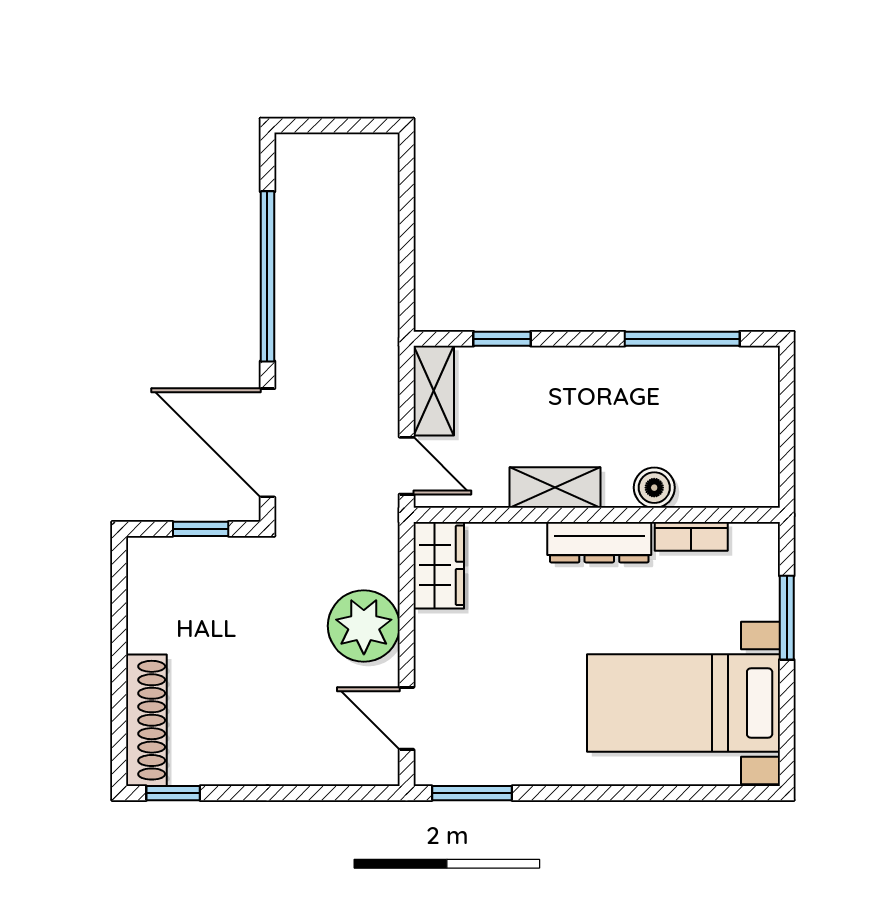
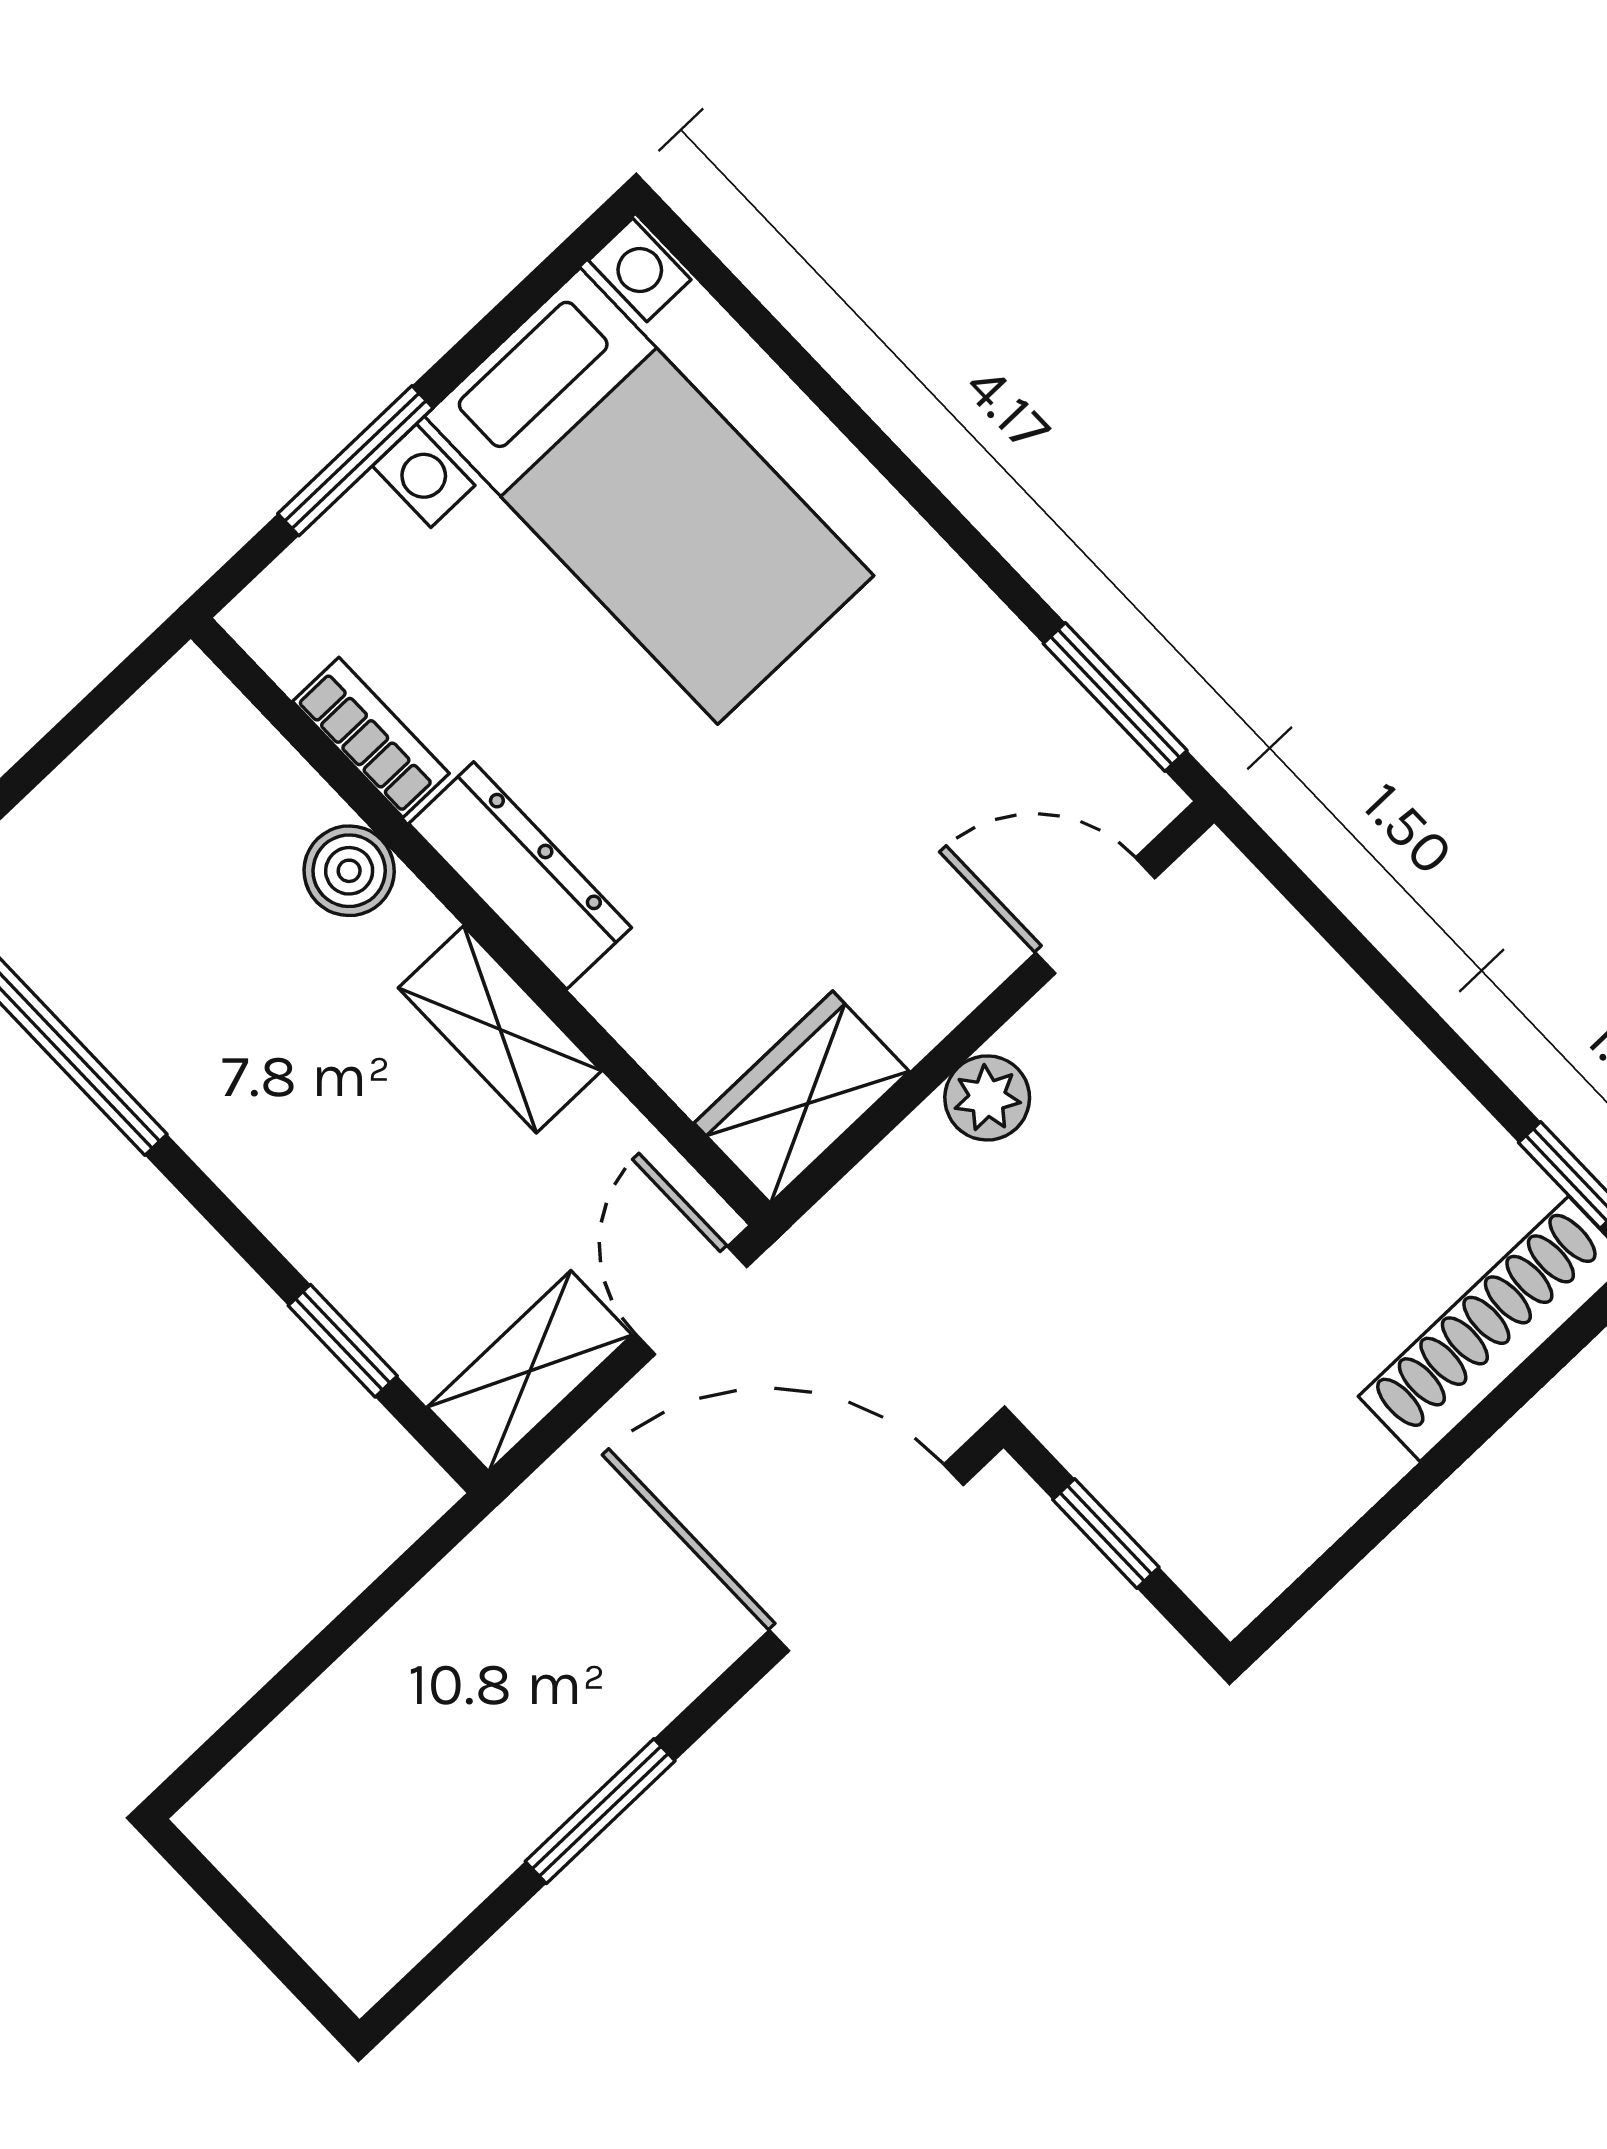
window: (267, 276) -> (600, 1811), width x0.47
door: (267, 443) -> (866, 1558), swing flipped
plant: (364, 626) -> (987, 1098), width x0.53, depth x0.53
door: (407, 718) -> (1095, 916), swing flipped

